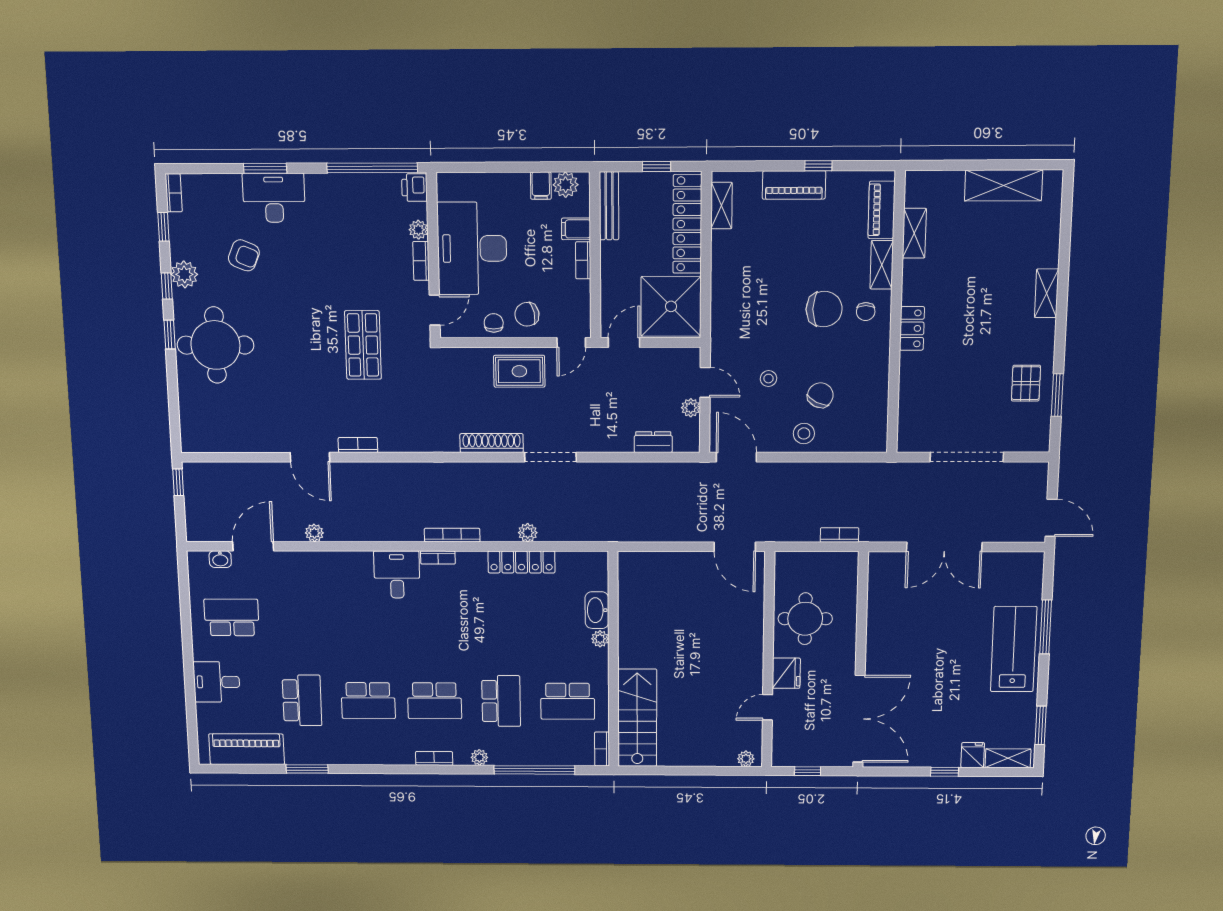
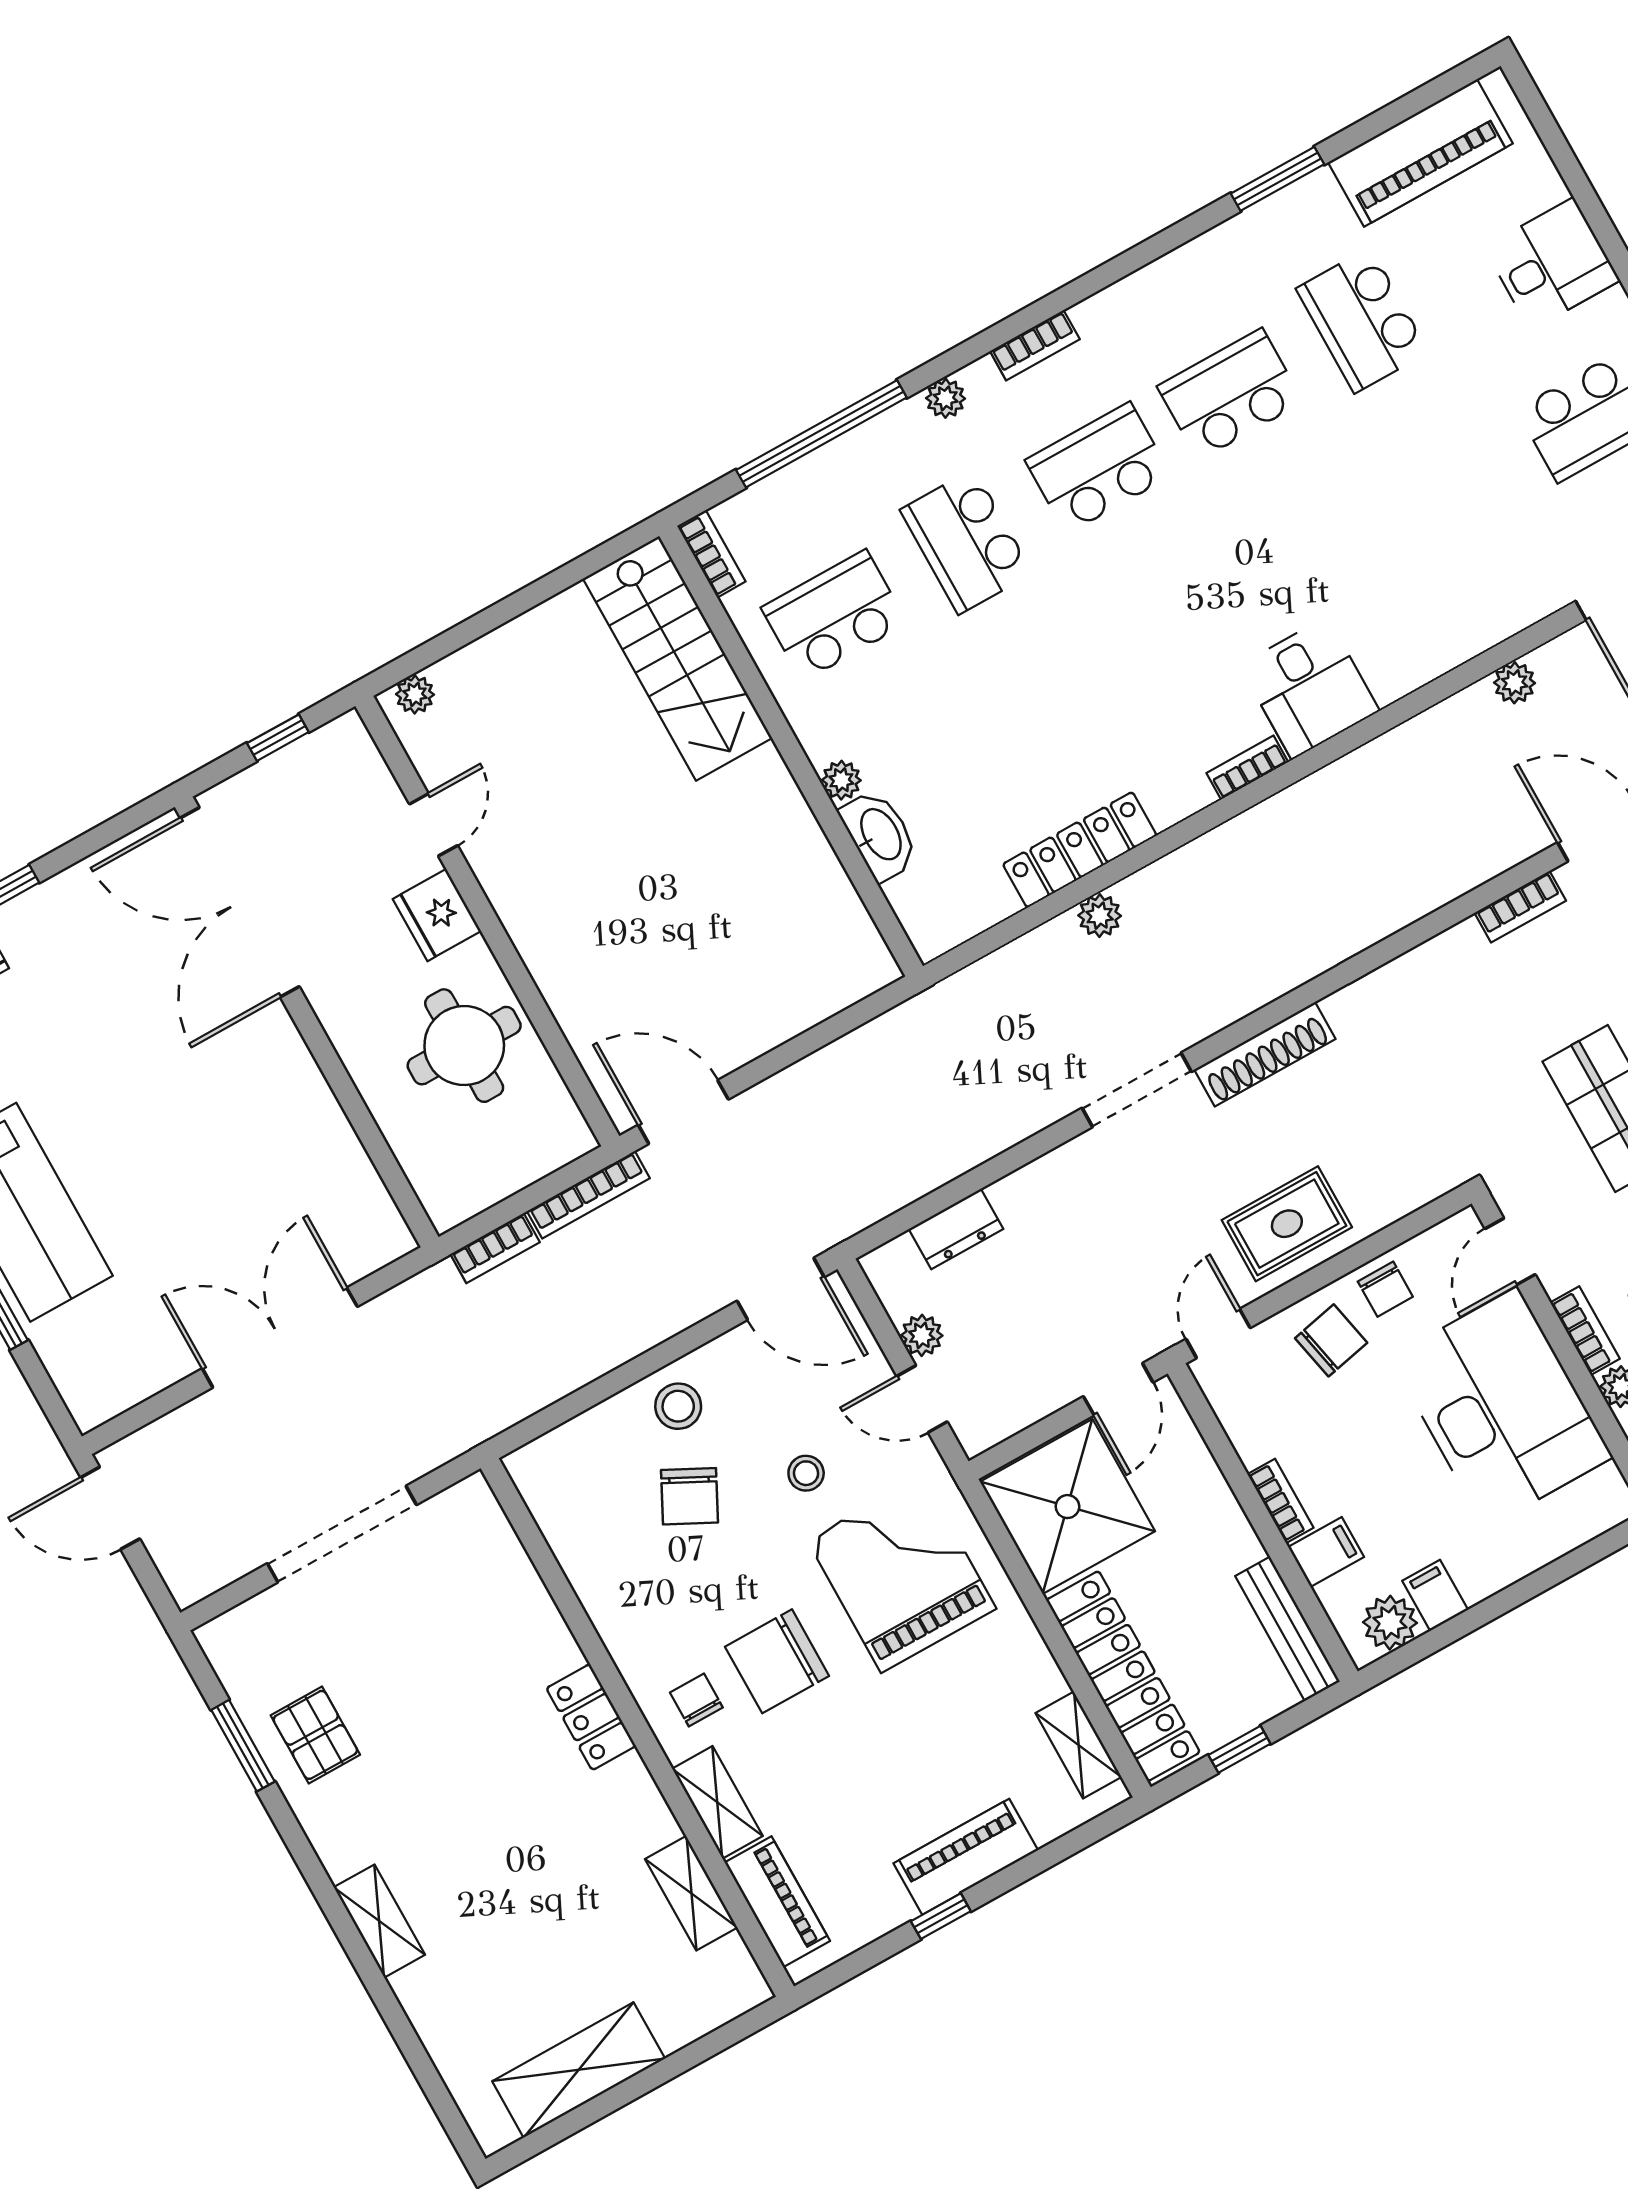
grand piano: (754, 316) -> (902, 1574), added
bookcase: (452, 535) -> (588, 1195), moved

